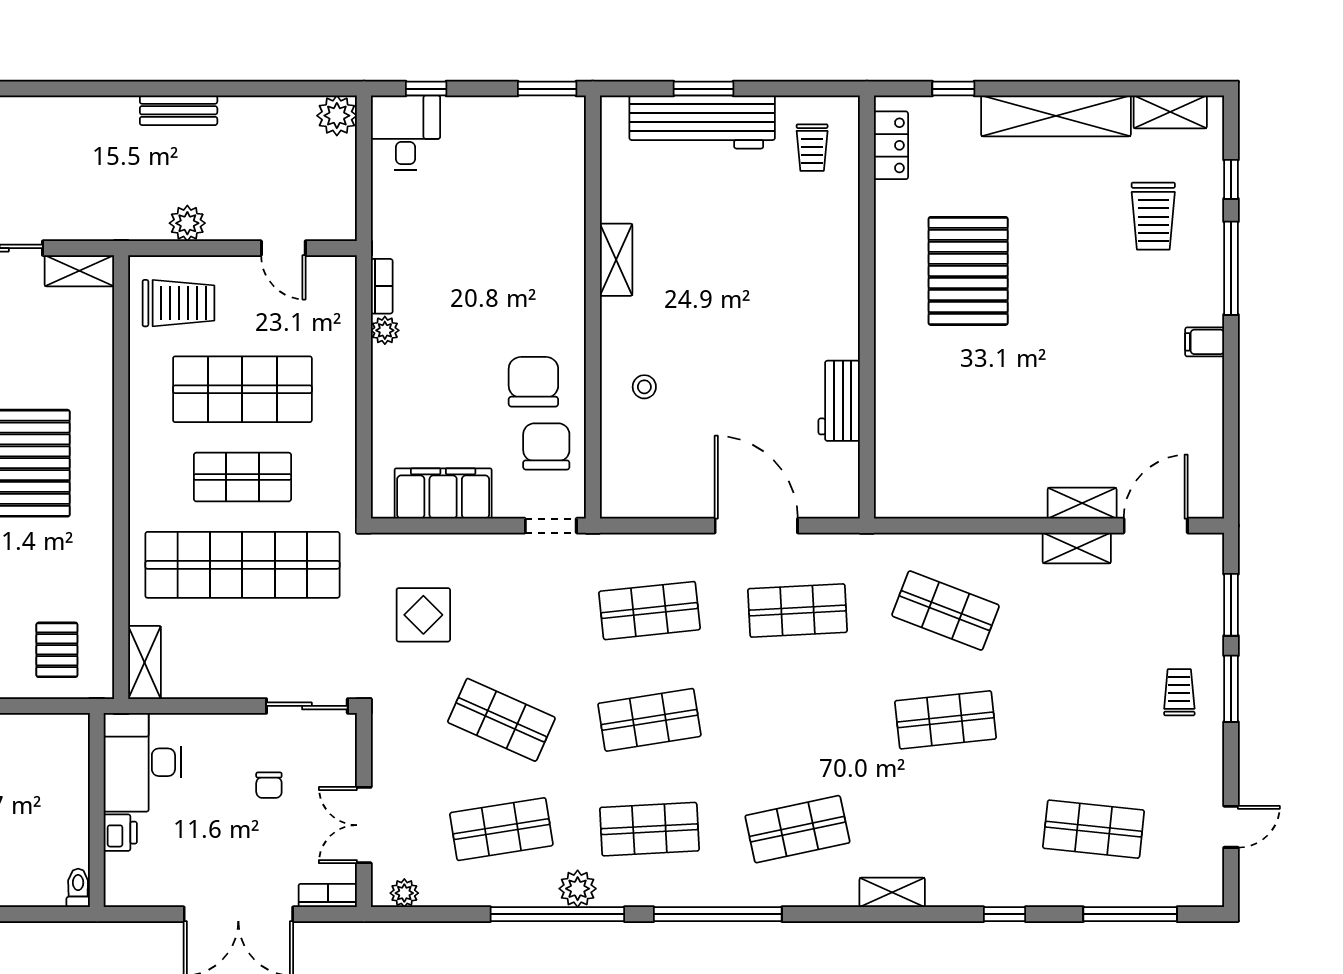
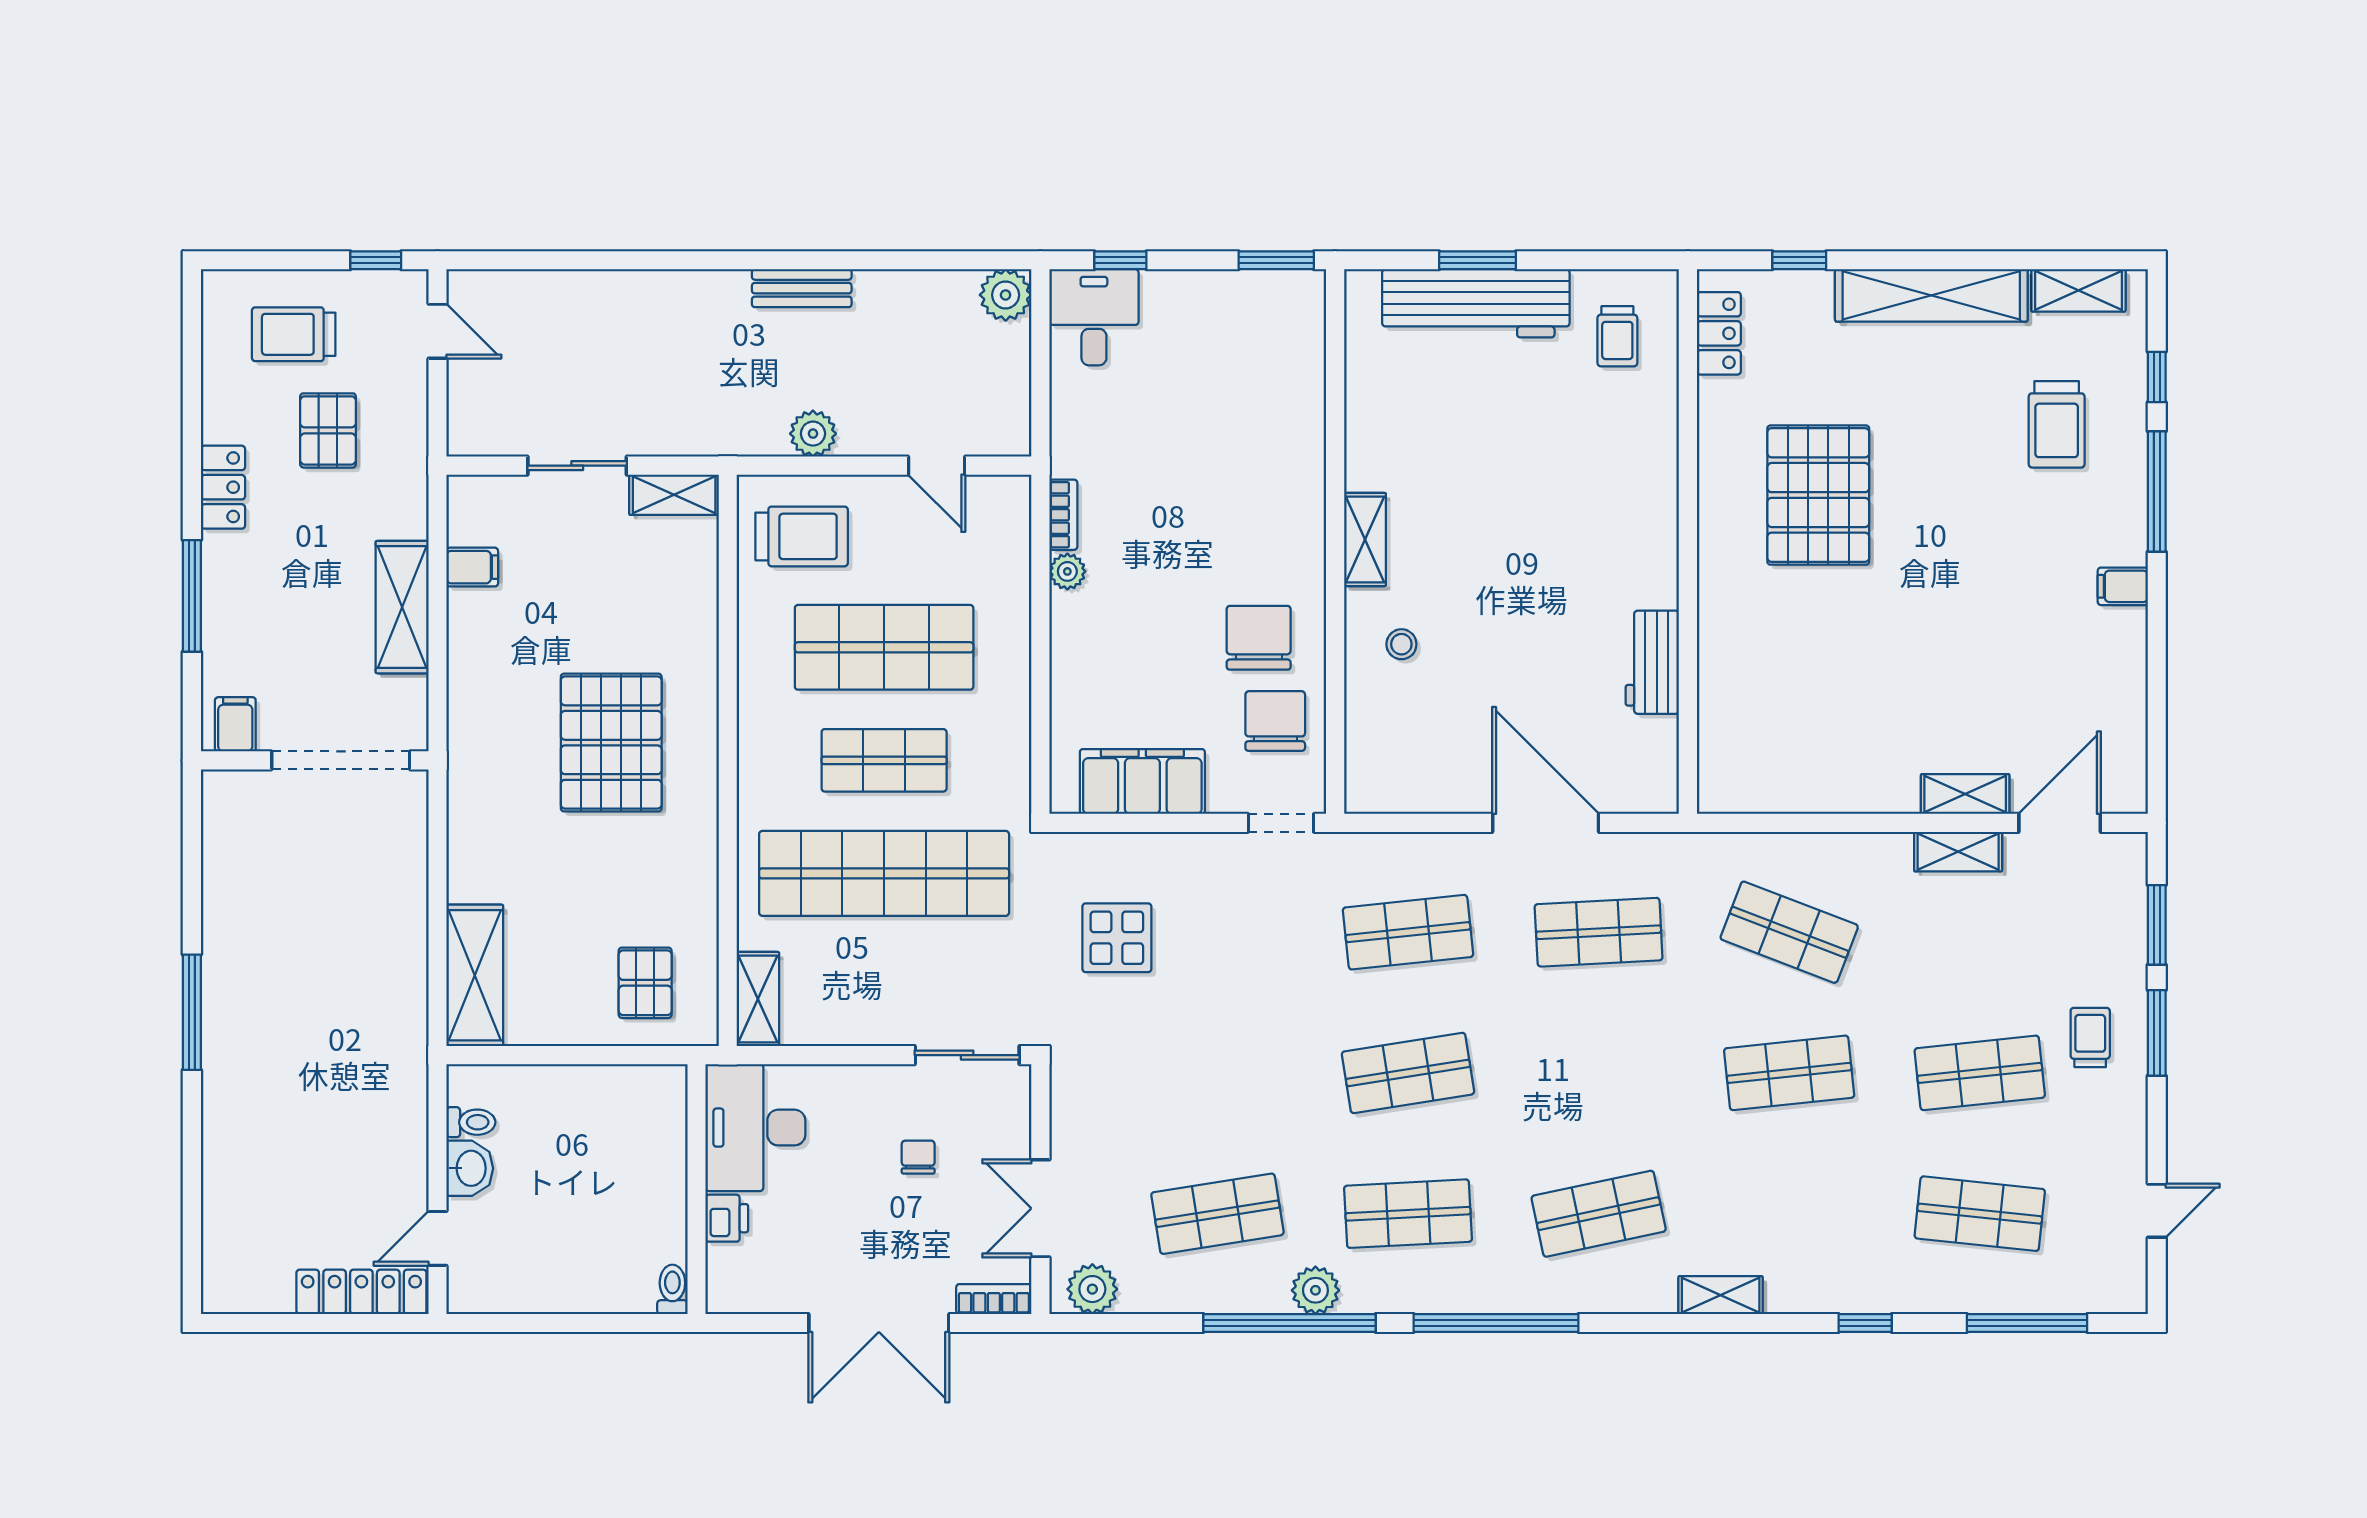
shelving: (616, 260) -> (1365, 539), moved
shop shelf: (501, 720) -> (1980, 1073), moved, turned -30
chair: (269, 785) -> (918, 1157), turned 180
plant: (404, 893) -> (1092, 1289), width x1.38, depth x1.38

